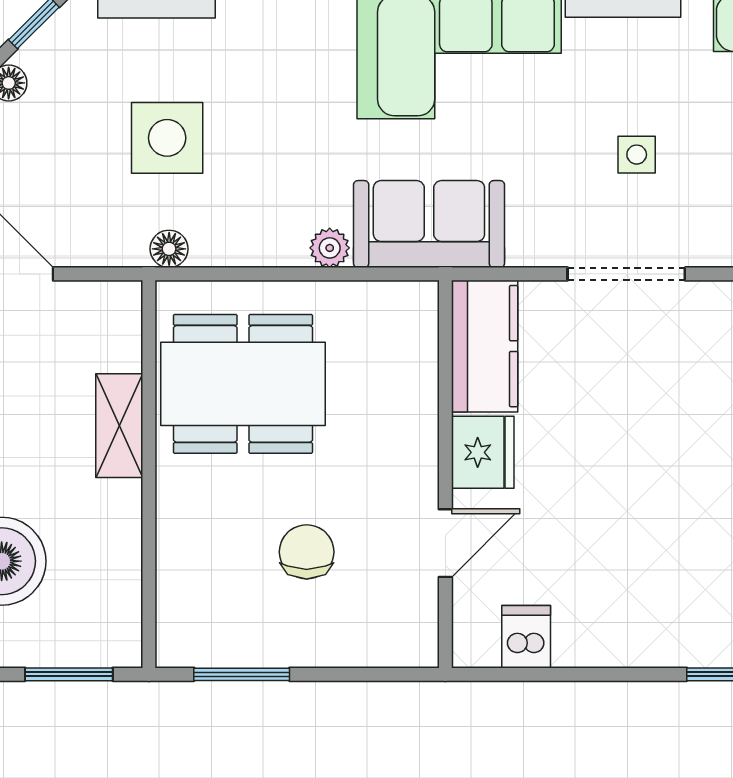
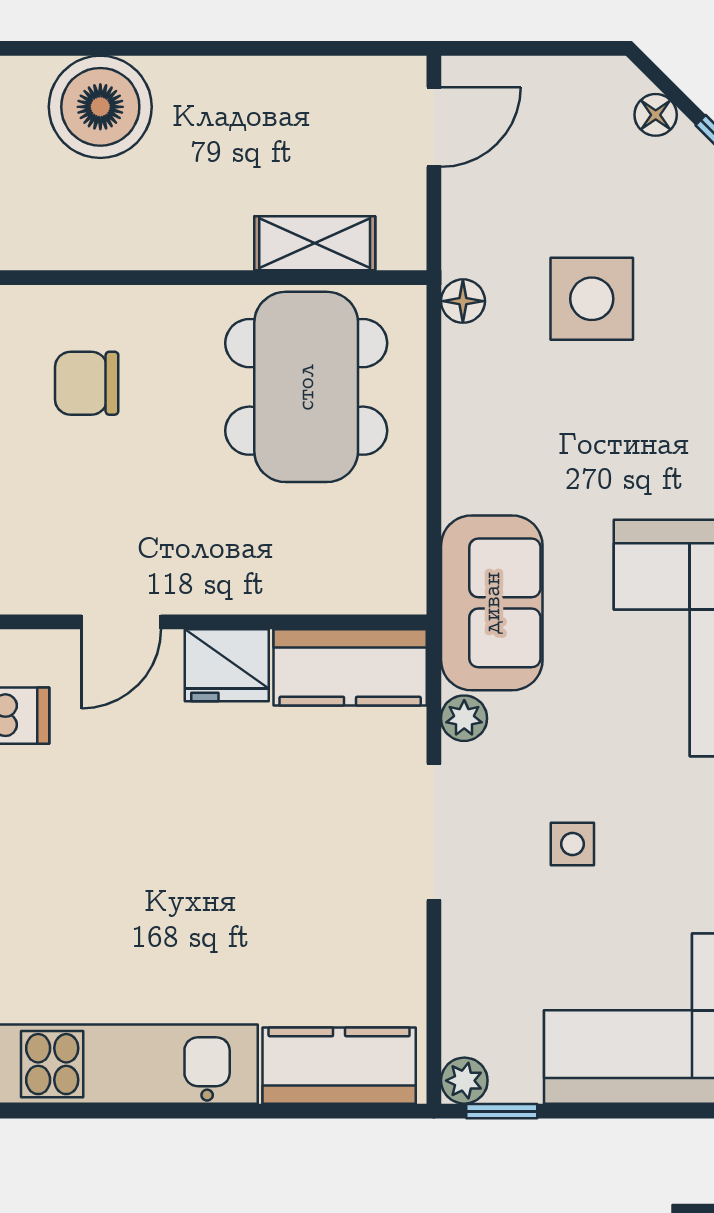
plant: (330, 248) -> (464, 718), moved
shelving: (119, 426) -> (315, 243), moved
door: (445, 543) -> (121, 622), hinge flipped
chair: (307, 552) -> (87, 383), moved, turned 180

